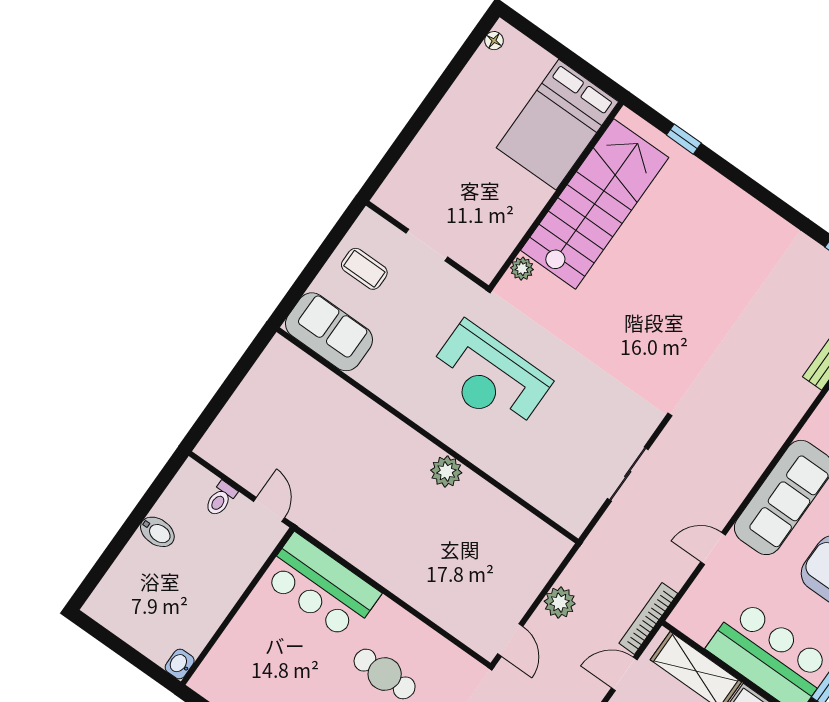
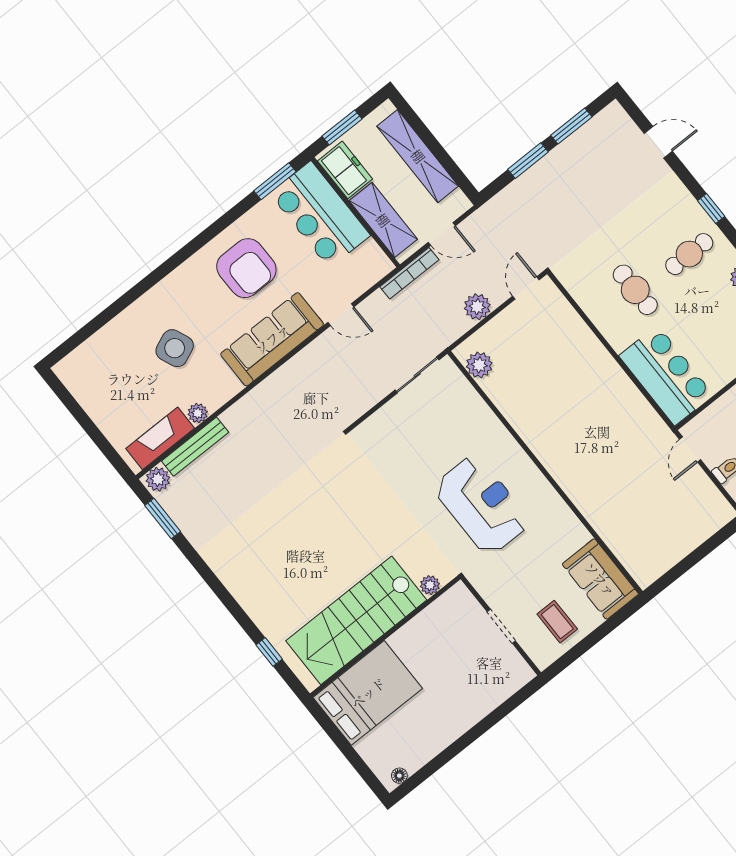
plant: (446, 472) -> (479, 365), moved
sliding door: (628, 474) -> (417, 375), moved

